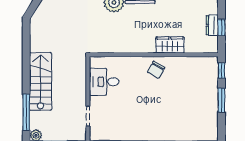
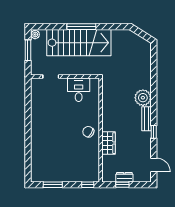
stairs: (40, 81) -> (79, 43), width x1.36, depth x1.51
window: (221, 100) -> (53, 185), moved
window: (26, 112) -> (81, 27), moved

